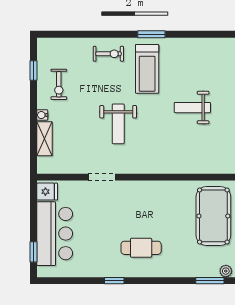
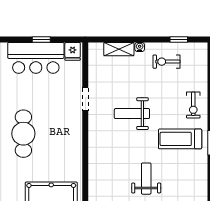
cafe table: (141, 248) -> (23, 134), width x1.37, depth x1.35
window: (34, 252) -> (41, 39), moved

